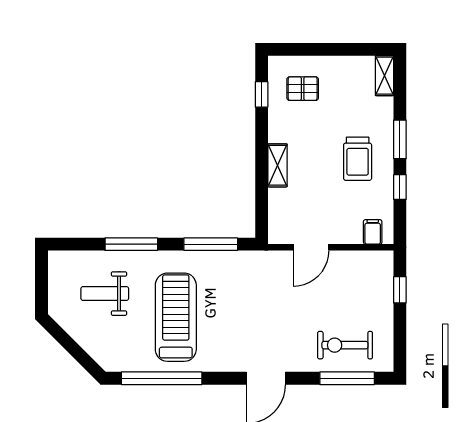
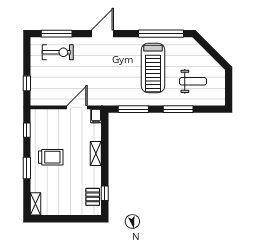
pallet: (303, 89) -> (93, 197), moved, turned 90
trolley: (358, 159) -> (51, 157), turned 90
window: (400, 187) -> (27, 130), moved
filing cabinet: (373, 232) -> (96, 116), moved

